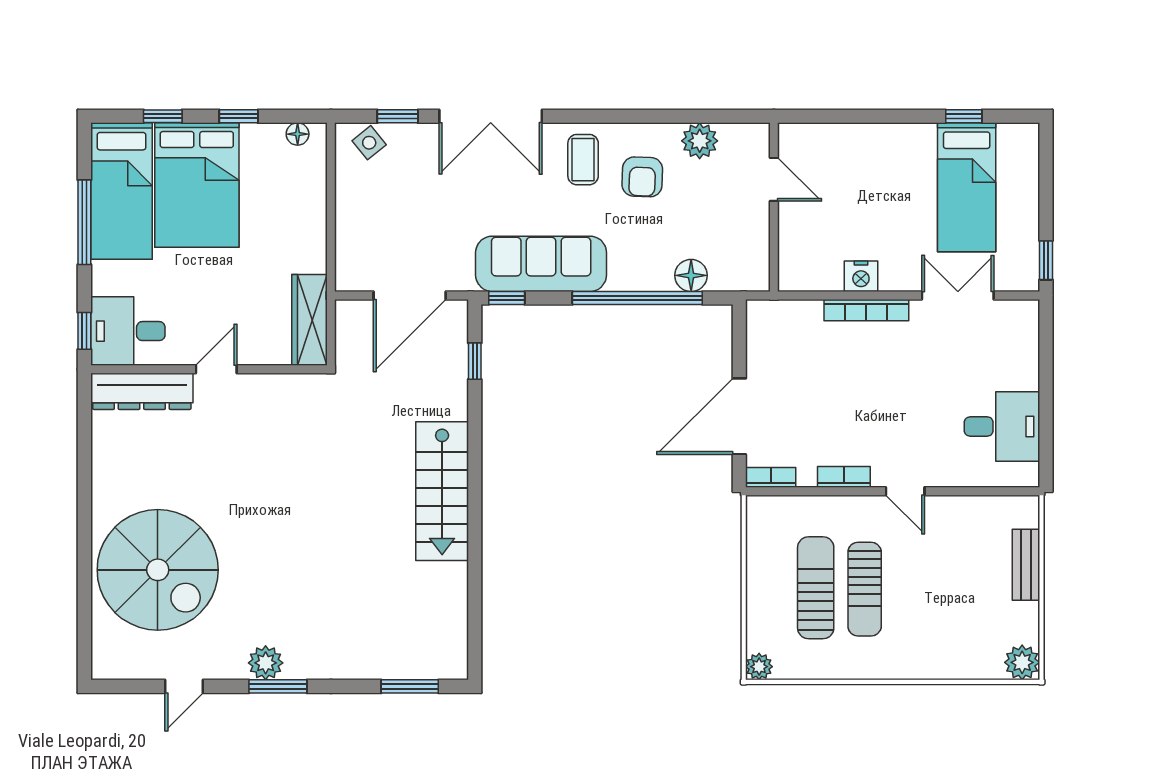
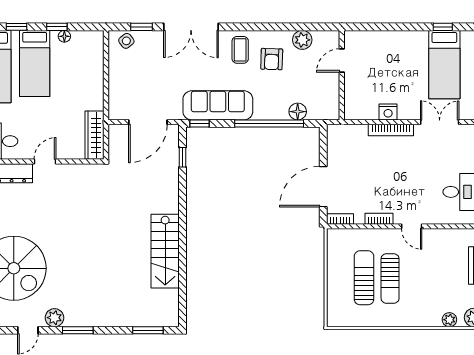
floor lamp: (298, 134) -> (64, 36), moved
door: (774, 179) -> (342, 60), swing flipped
bed: (197, 185) -> (35, 63), width x0.67
stairs: (442, 491) -> (165, 251), moved
plant: (266, 663) -> (54, 318), moved
plant: (759, 667) -> (449, 320), moved

